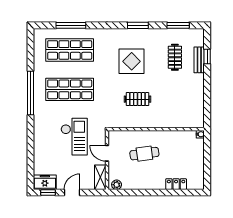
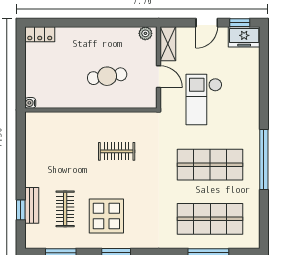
display table: (132, 61) -> (106, 216), moved
locker: (176, 184) -> (40, 34), moved

